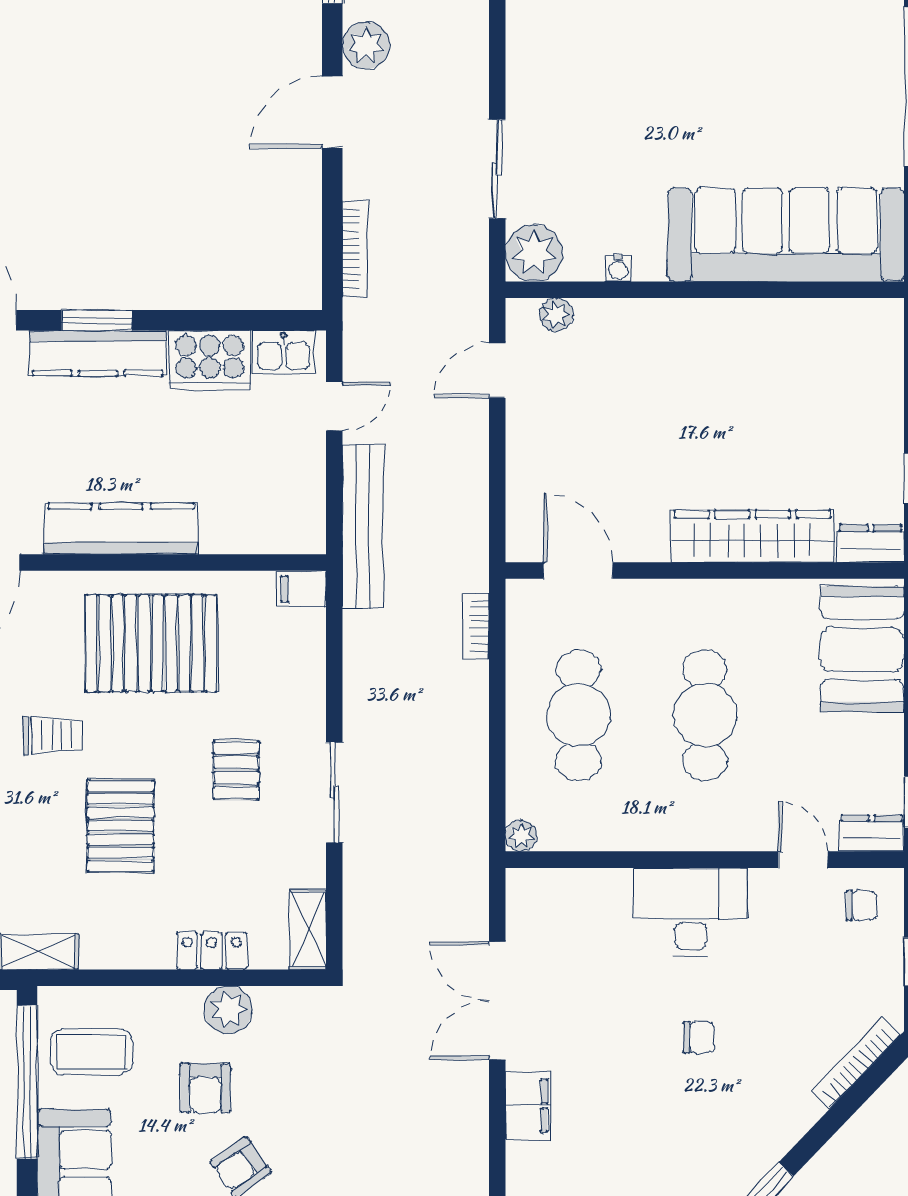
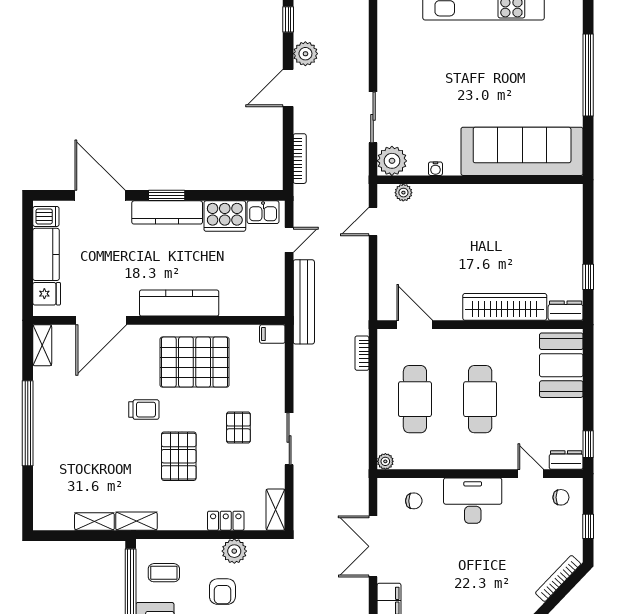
chair: (699, 1037) -> (414, 501), moved
coffee table: (92, 1052) -> (164, 573), width x0.73, depth x0.77

